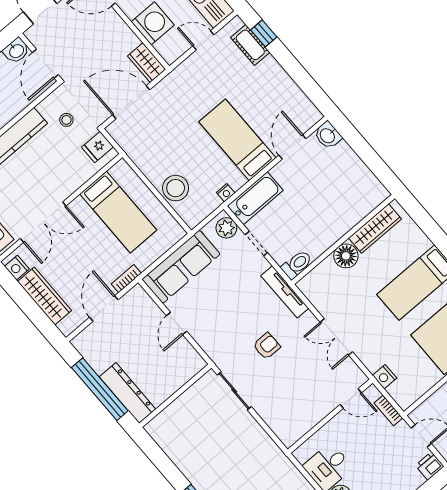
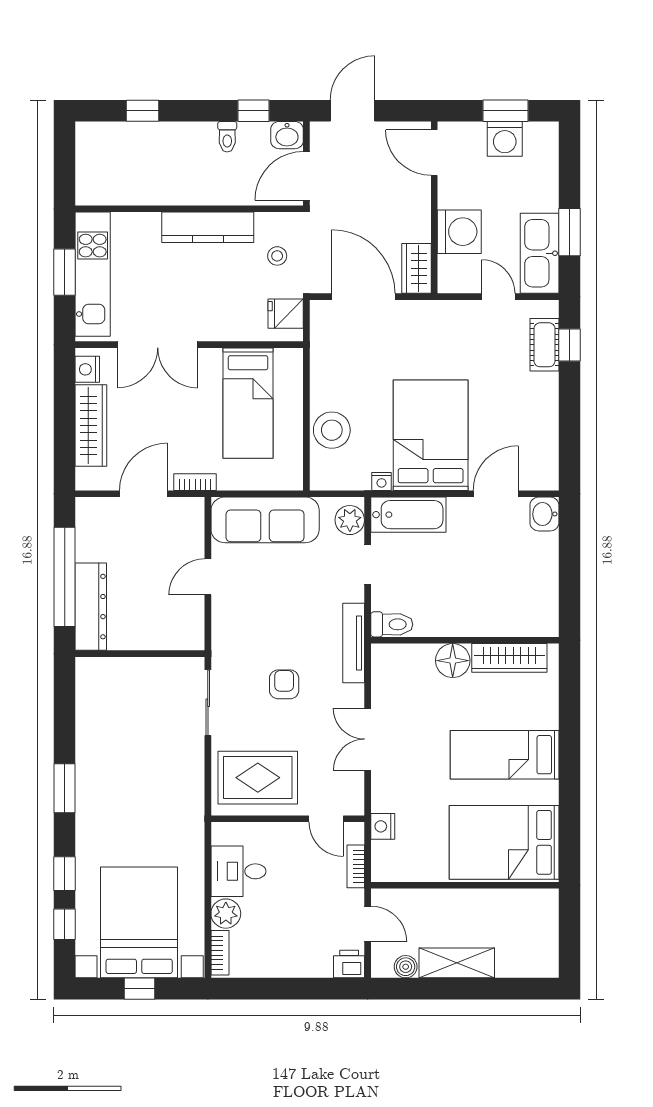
bed: (237, 140) -> (431, 435), width x1.50
armchair: (267, 346) -> (284, 684), turned -90
rug: (295, 408) -> (258, 778), added

